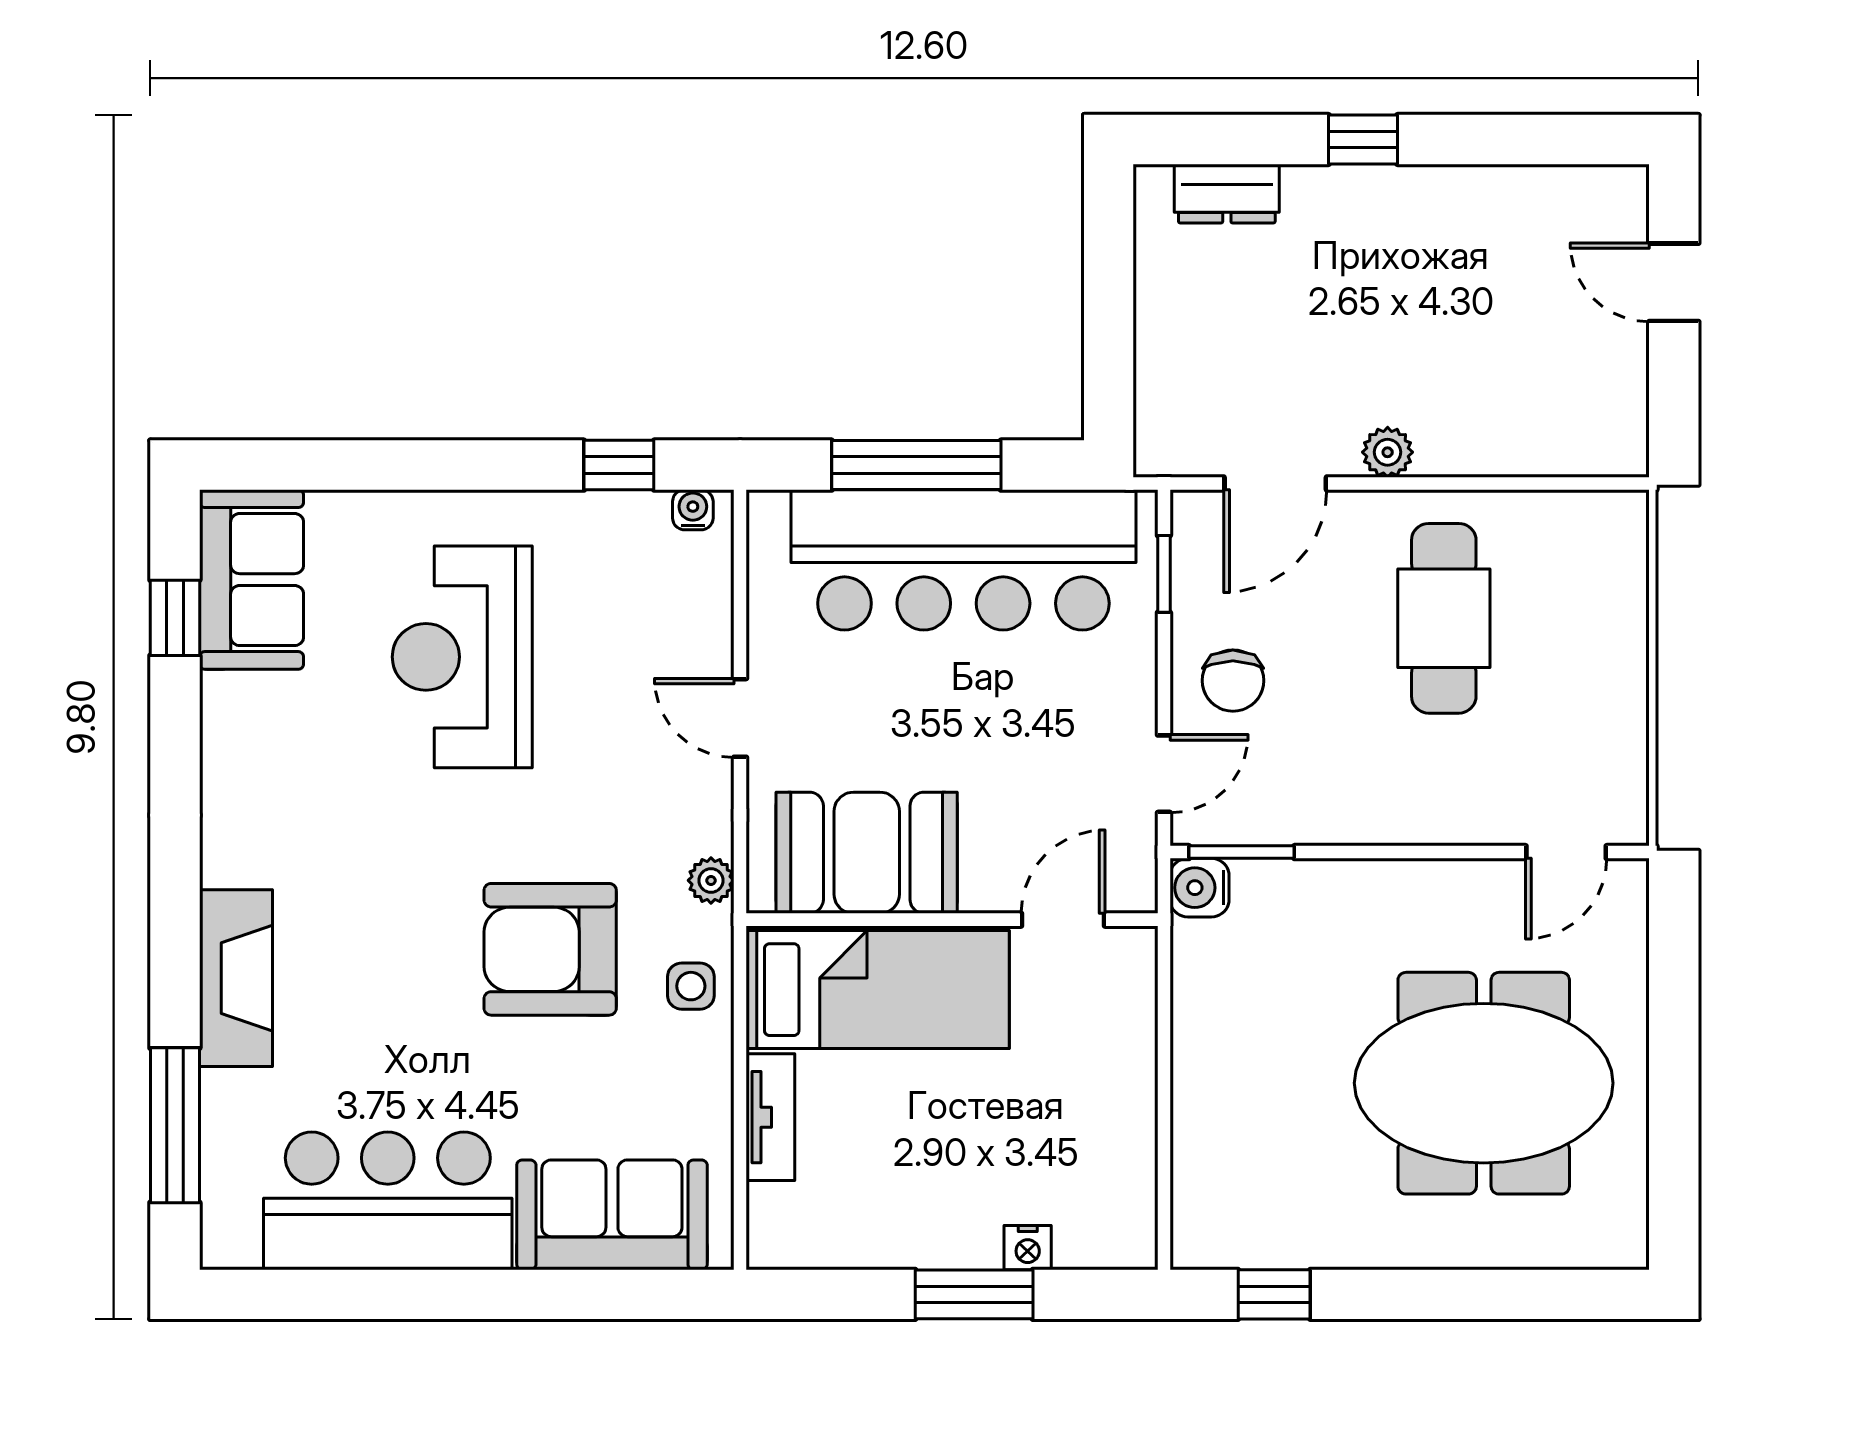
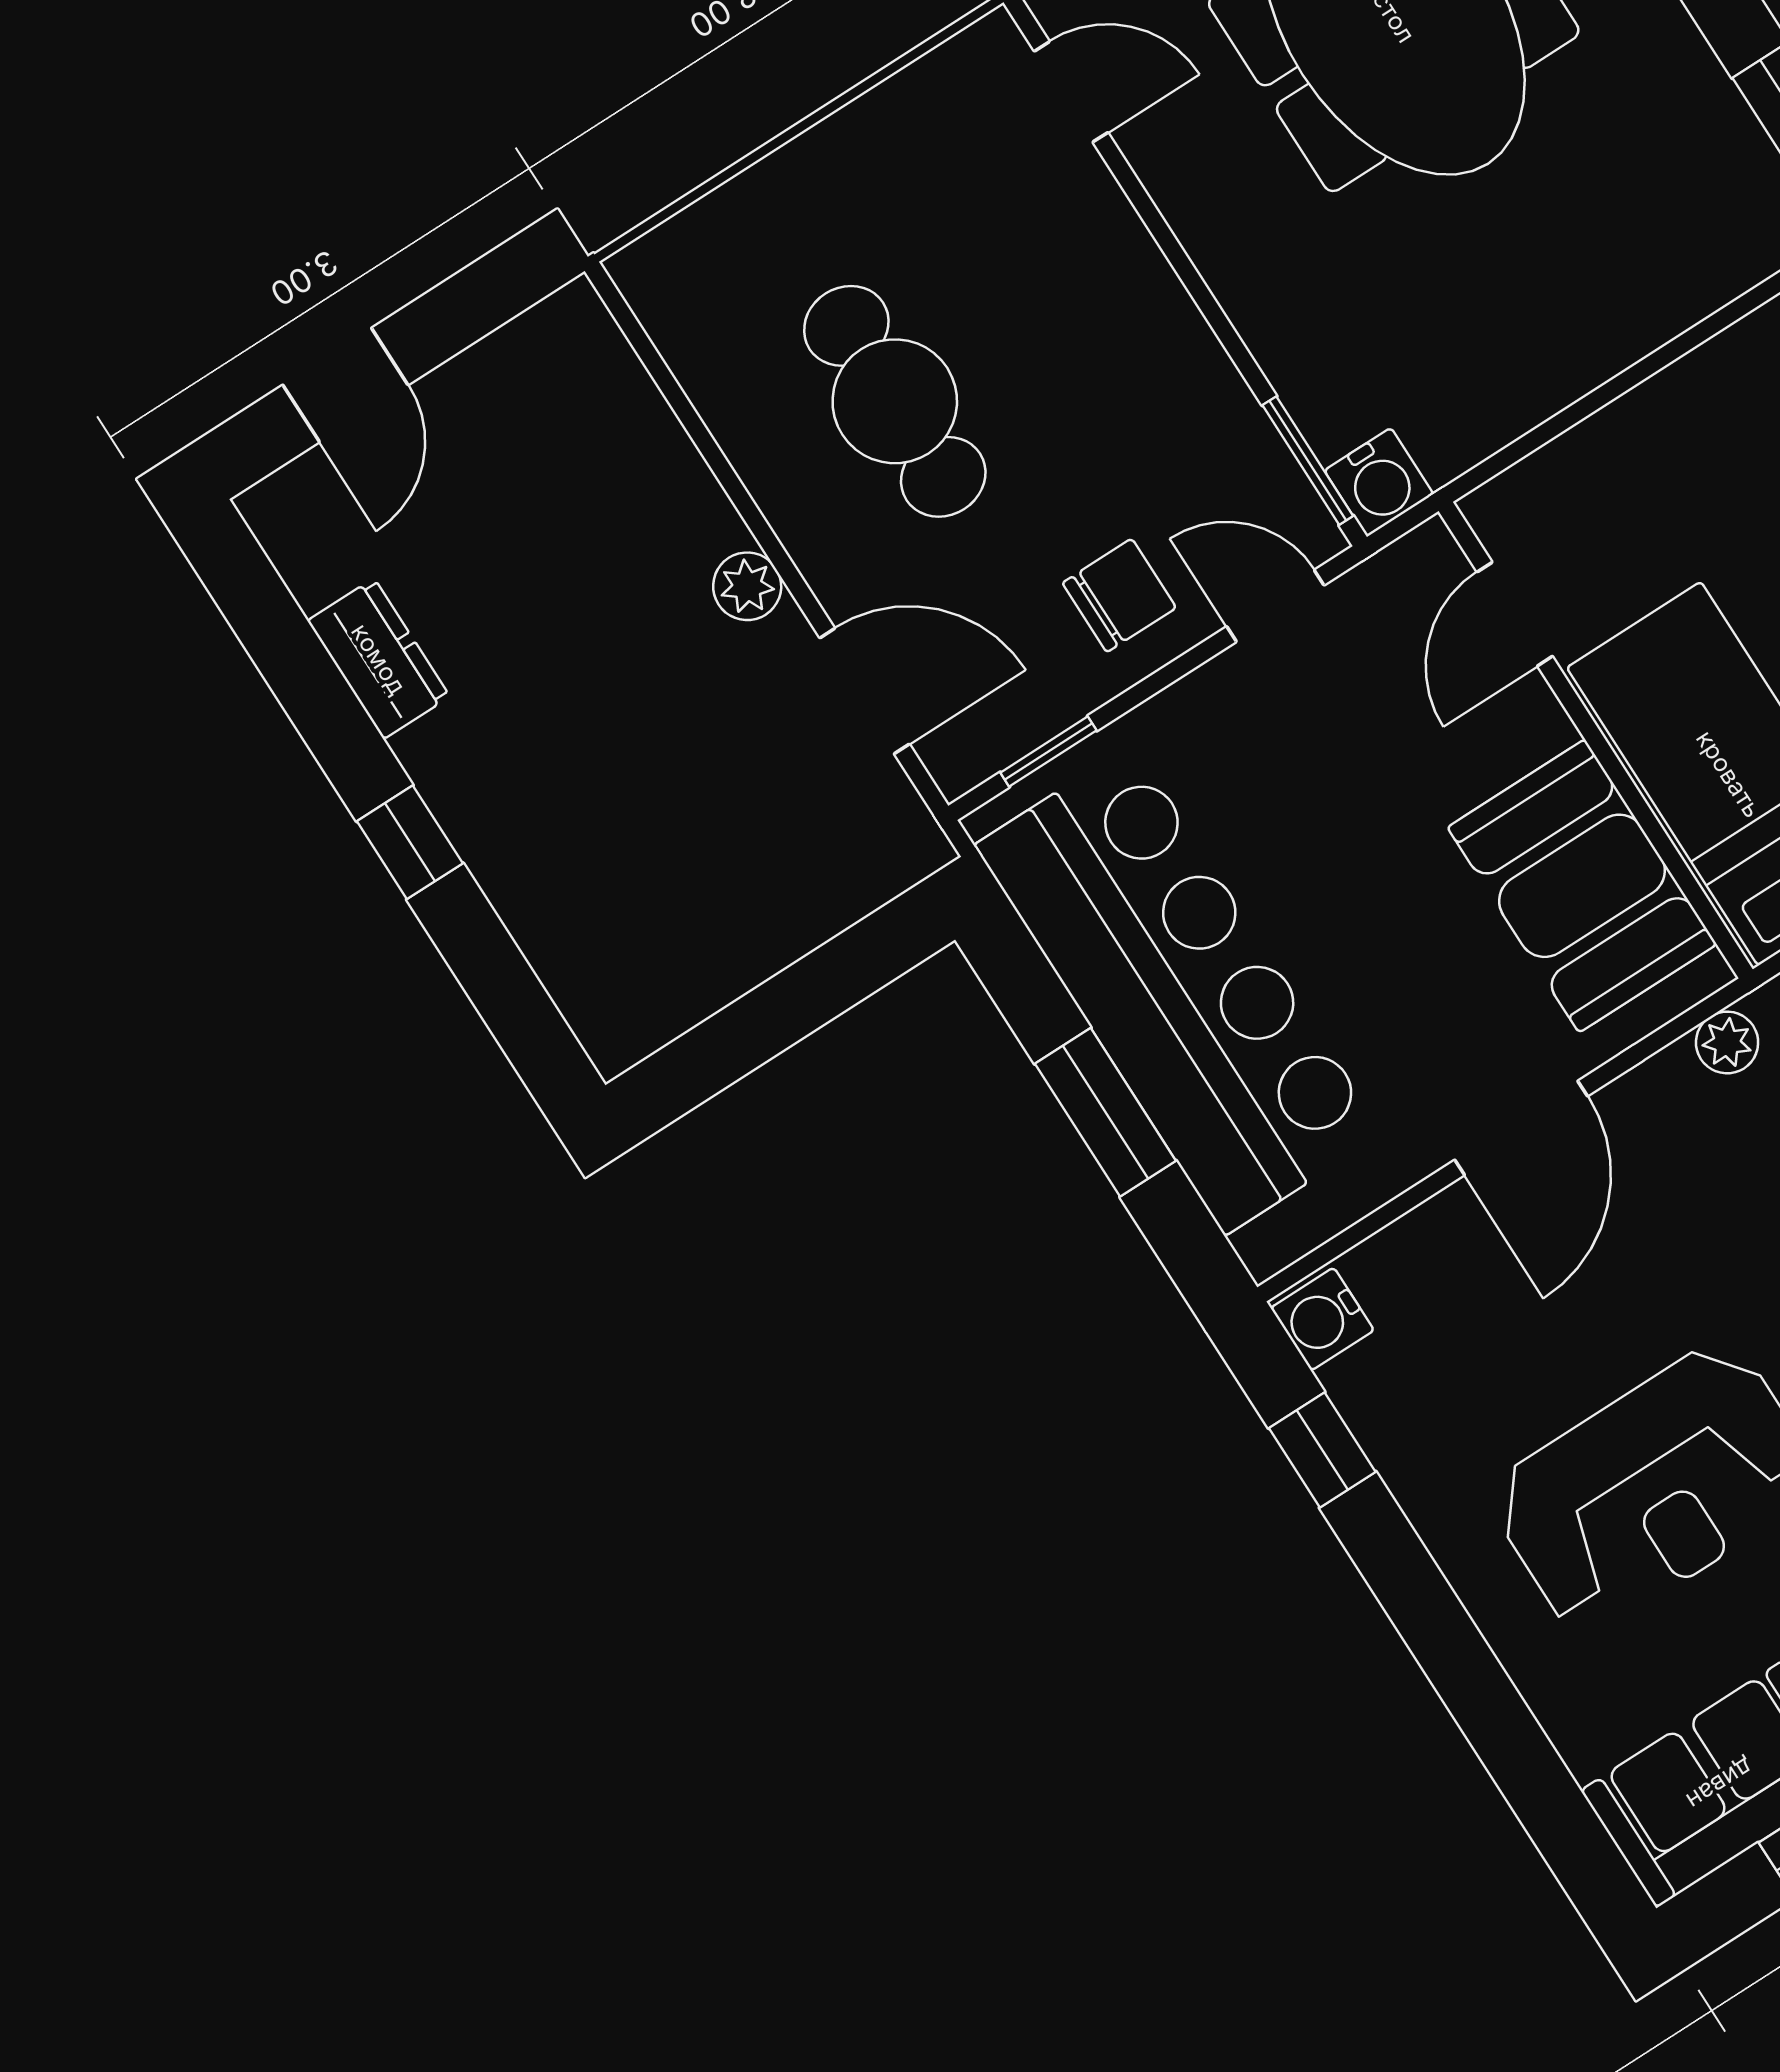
dresser: (1227, 194) -> (379, 659), moved
window: (916, 465) -> (1105, 1112), width x0.69
water cooler: (693, 510) -> (1322, 1319), width x1.38, depth x1.38
cafe table: (1444, 618) -> (895, 401), turned 90
door: (740, 718) -> (1521, 1128), width x1.37
door: (1063, 920) -> (1515, 614), hinge flipped

